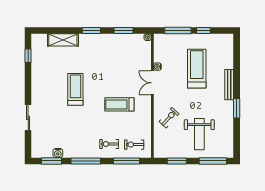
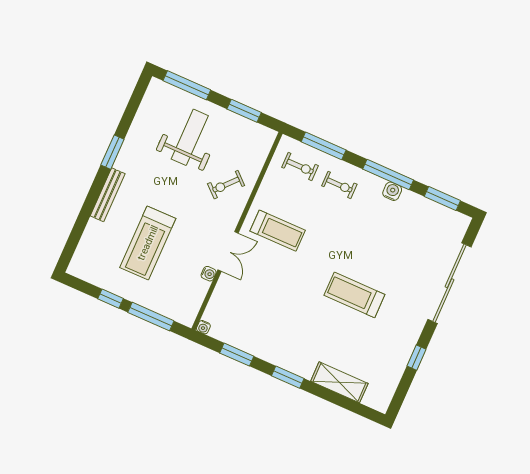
window: (28, 56) -> (417, 358), moved
treadmill: (75, 89) -> (354, 295), turned 90
treadmill: (119, 104) -> (278, 231), moved
sliding door: (28, 118) -> (450, 283), width x1.86
water cooler: (58, 153) -> (392, 191), moved

